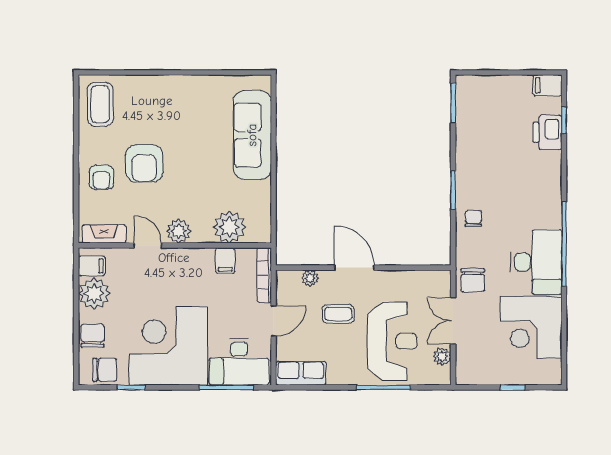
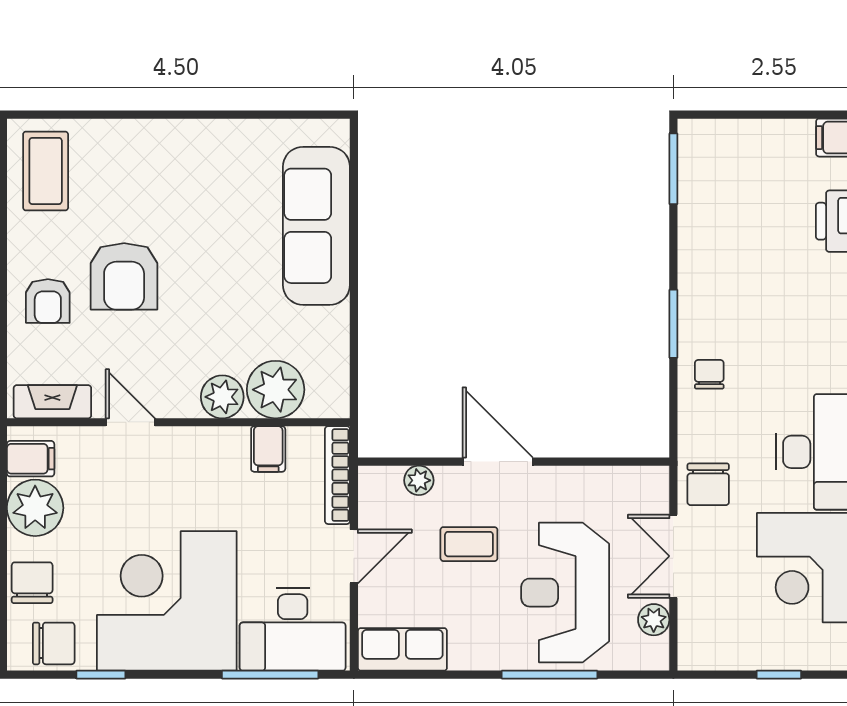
plant: (179, 231) -> (222, 397), moved
reception desk: (392, 341) -> (565, 593), turned 180

